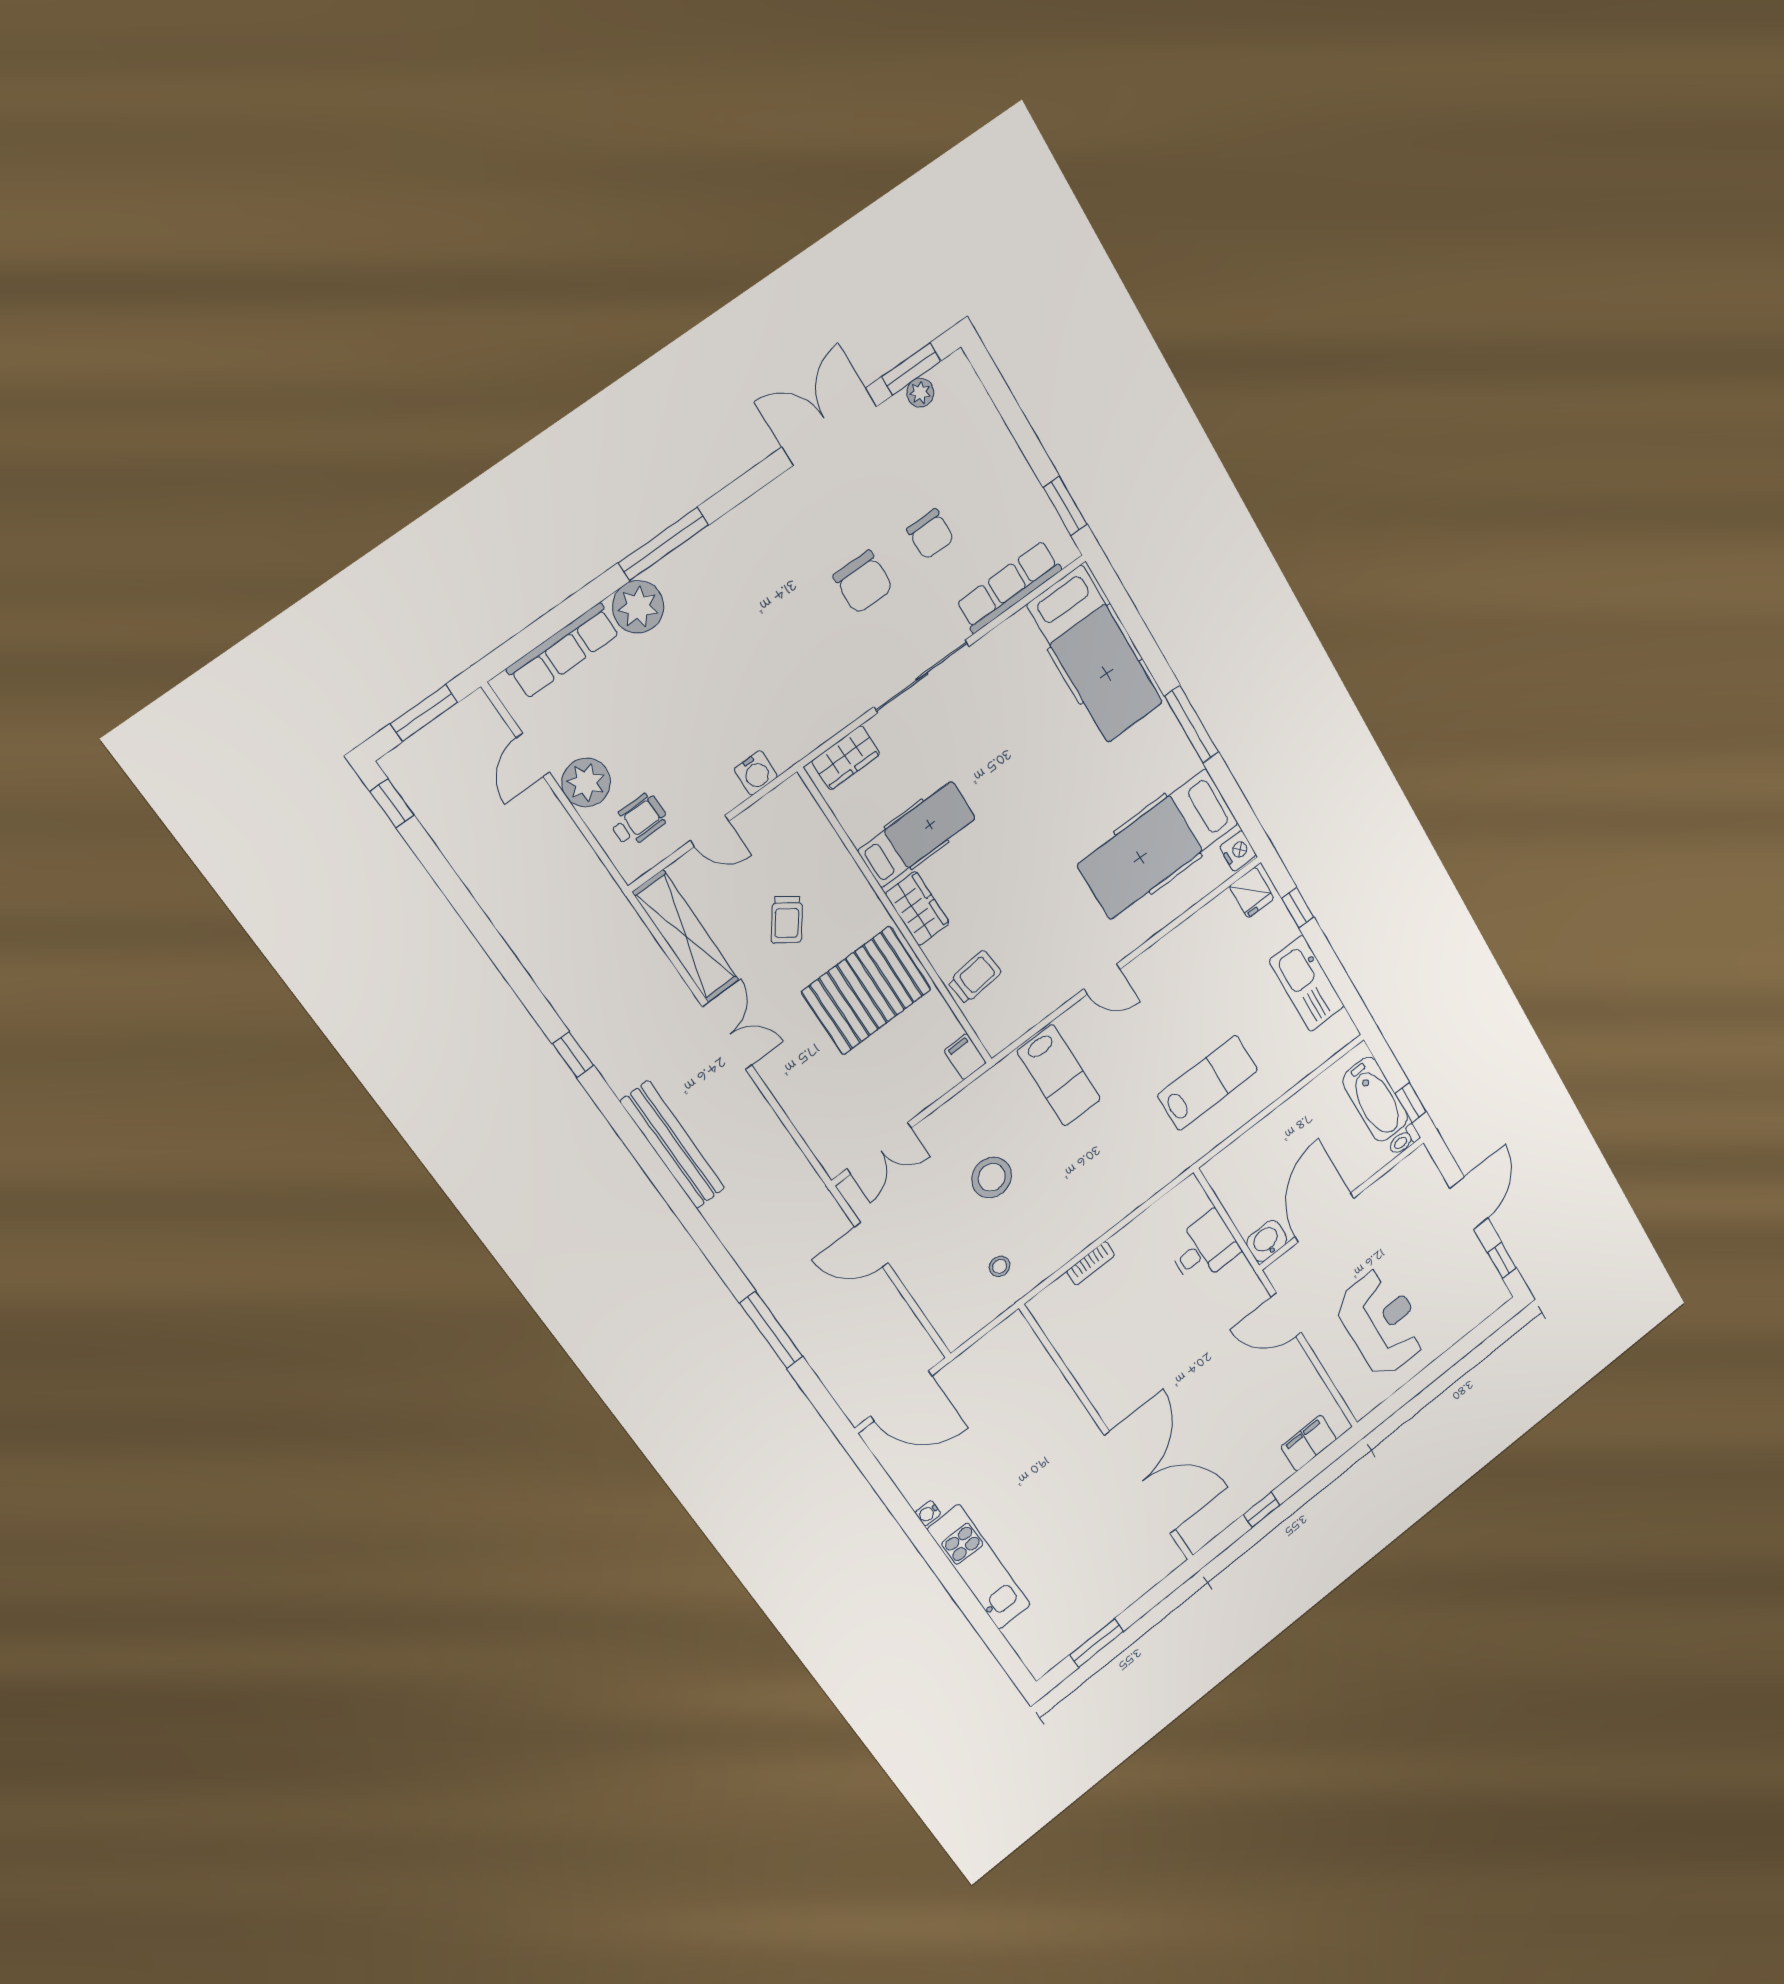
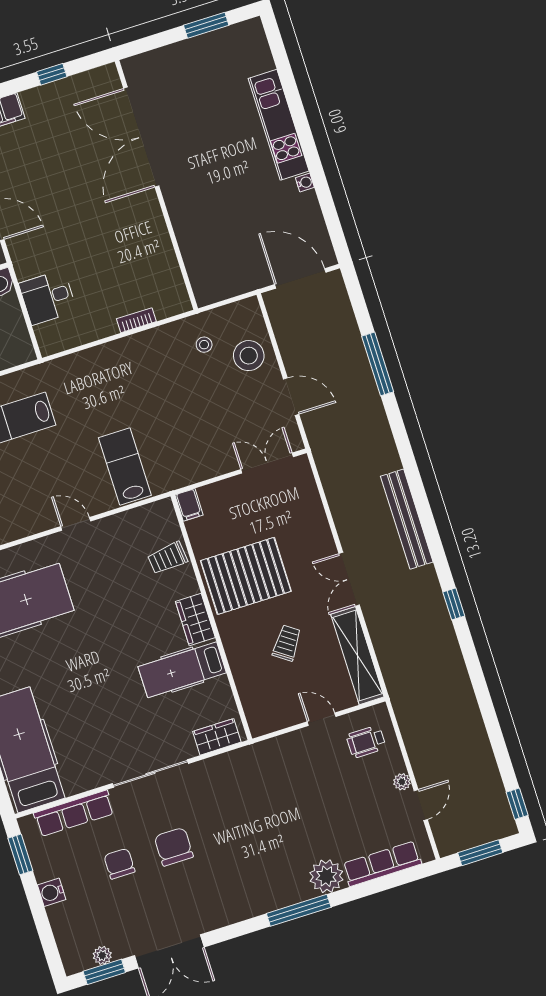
water cooler: (756, 773) -> (52, 892), moved, turned -90
plant: (586, 782) -> (402, 782), width x0.53, depth x0.53
stool: (992, 1177) -> (249, 356), moved

